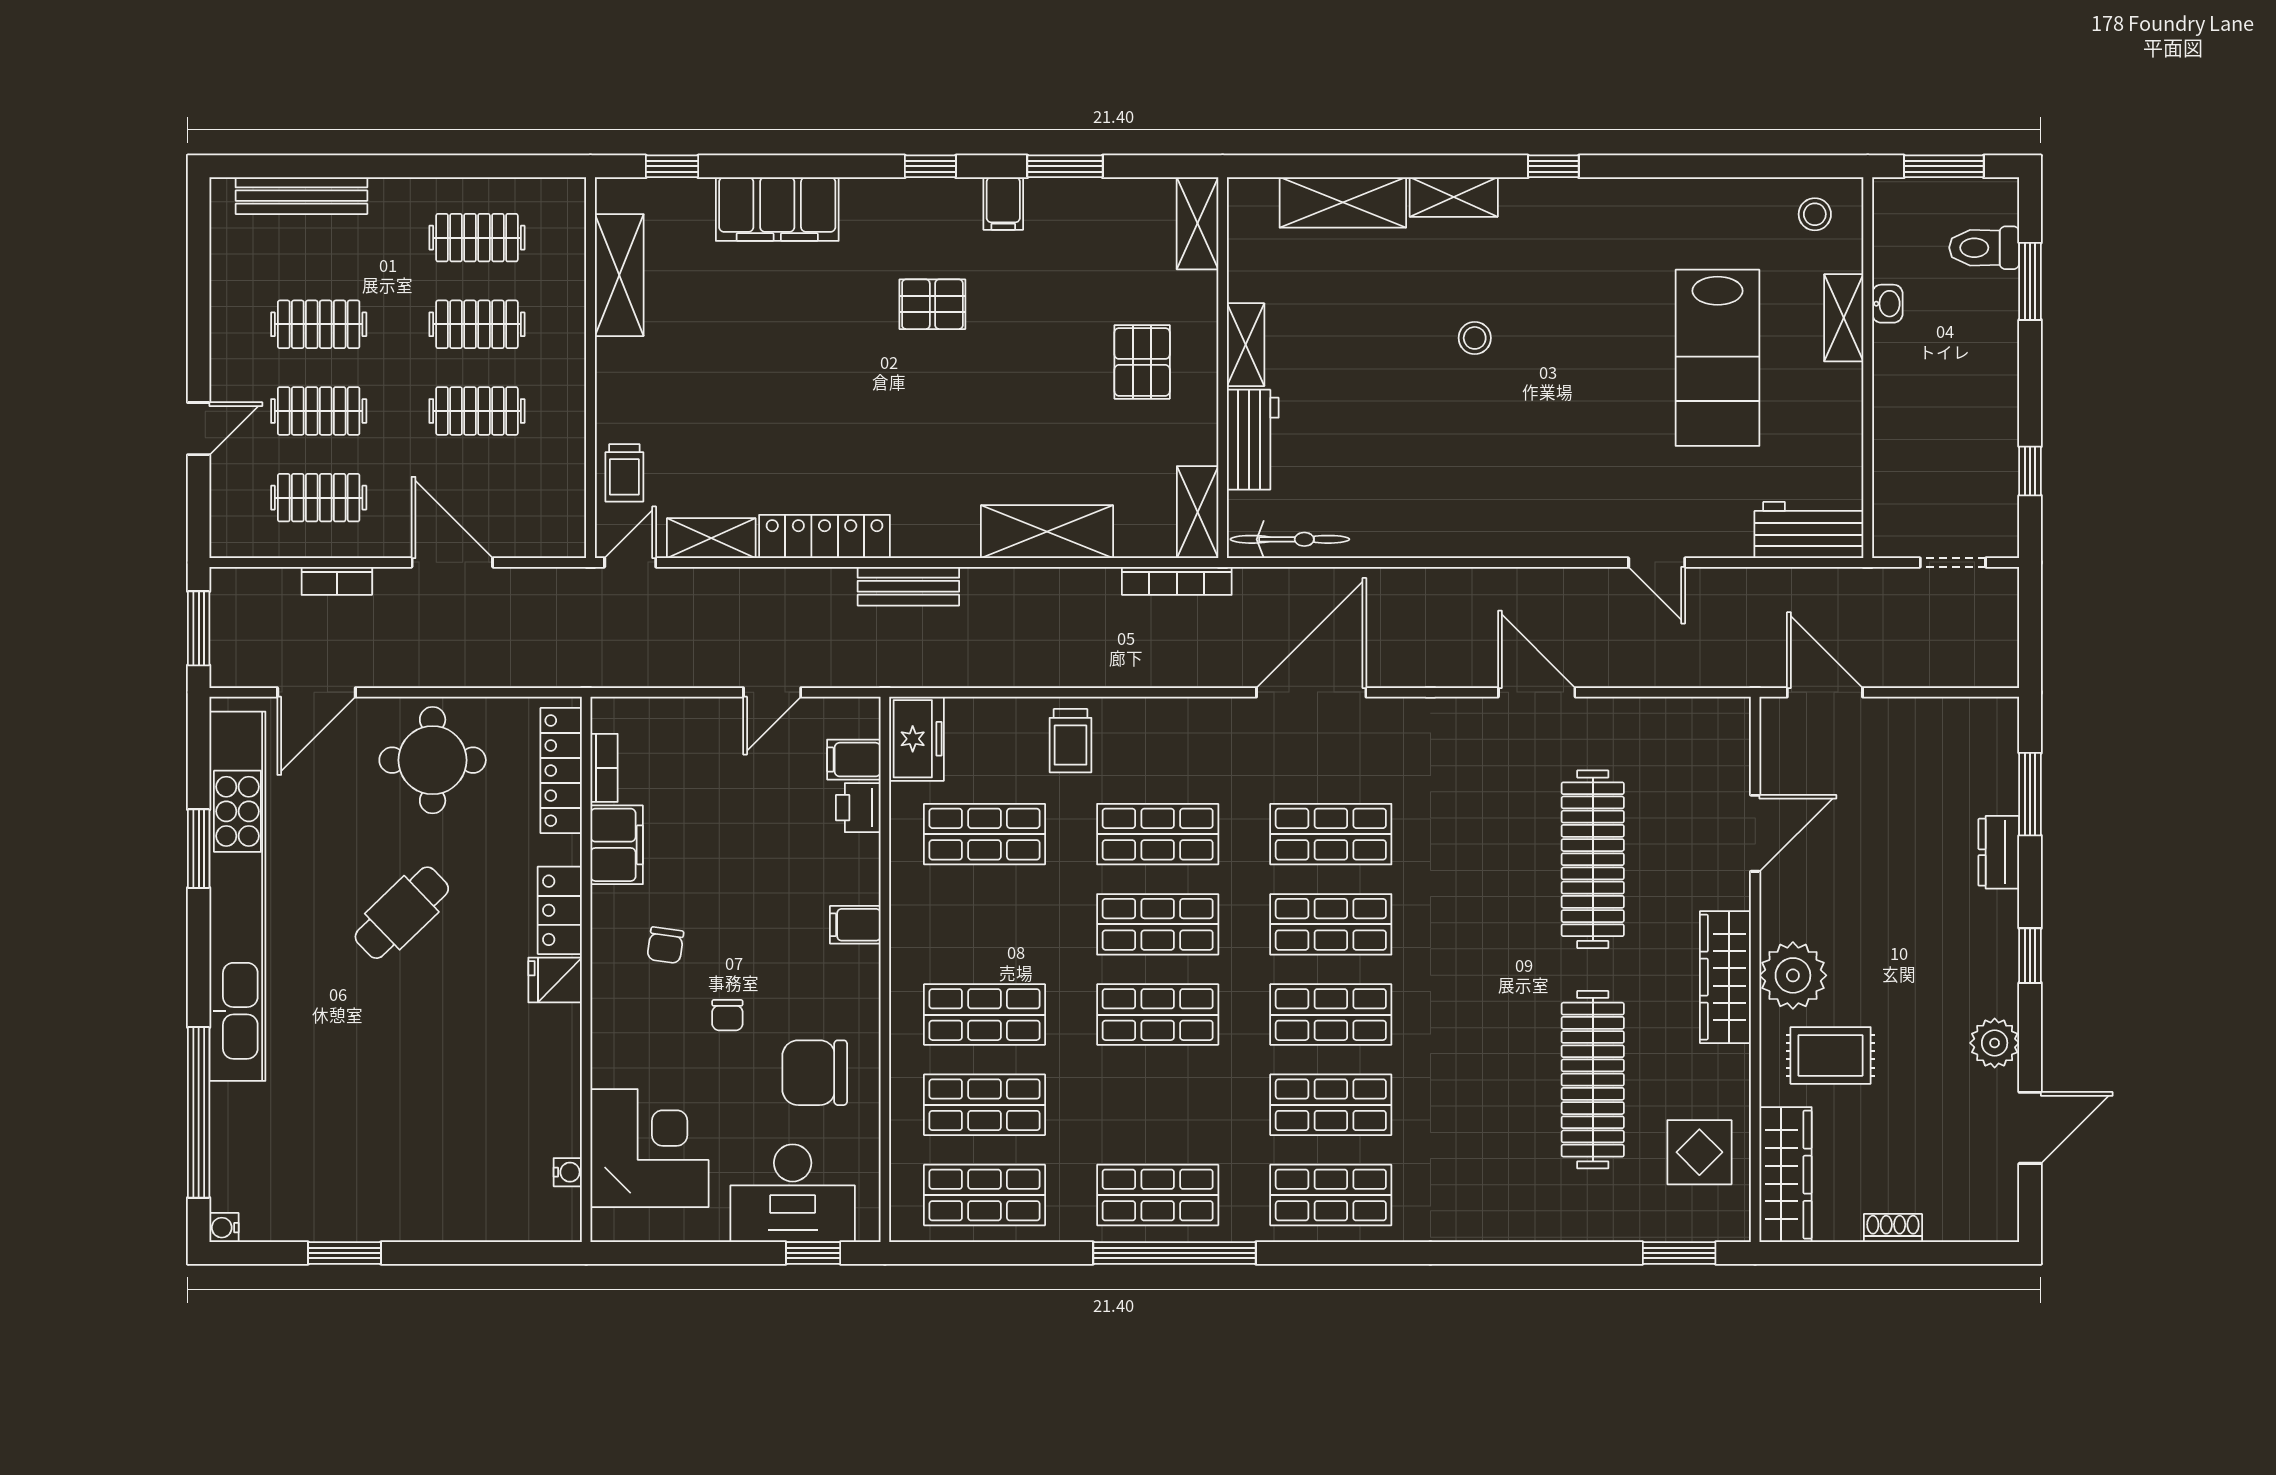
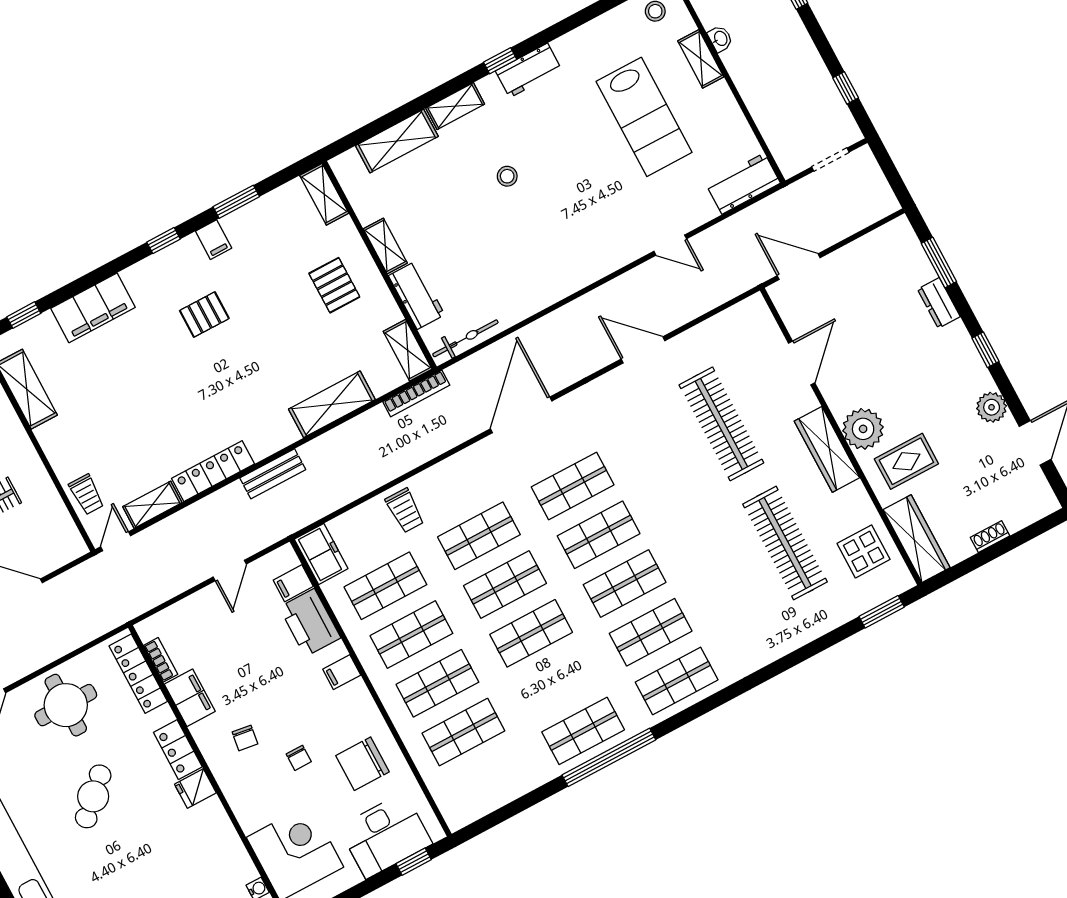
workbench: (1587, 202) -> (529, 70), added
printer: (858, 808) -> (310, 623), width x1.87, depth x1.48
shop shelf: (984, 1195) -> (411, 635), moved

